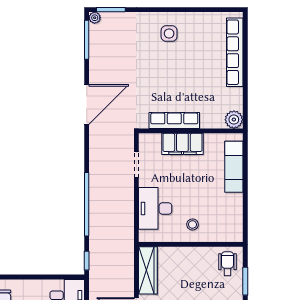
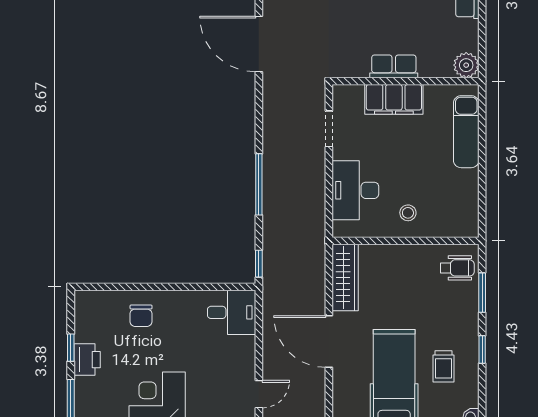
door: (87, 105) -> (259, 44), swing flipped
row of seats: (174, 120) -> (394, 66), width x0.68
window: (87, 204) -> (259, 184), width x0.68
wheelchair: (227, 264) -> (457, 268), turned 90

